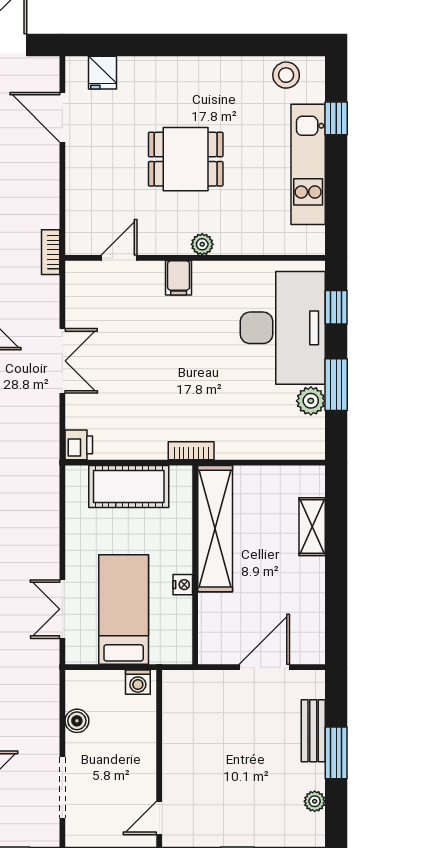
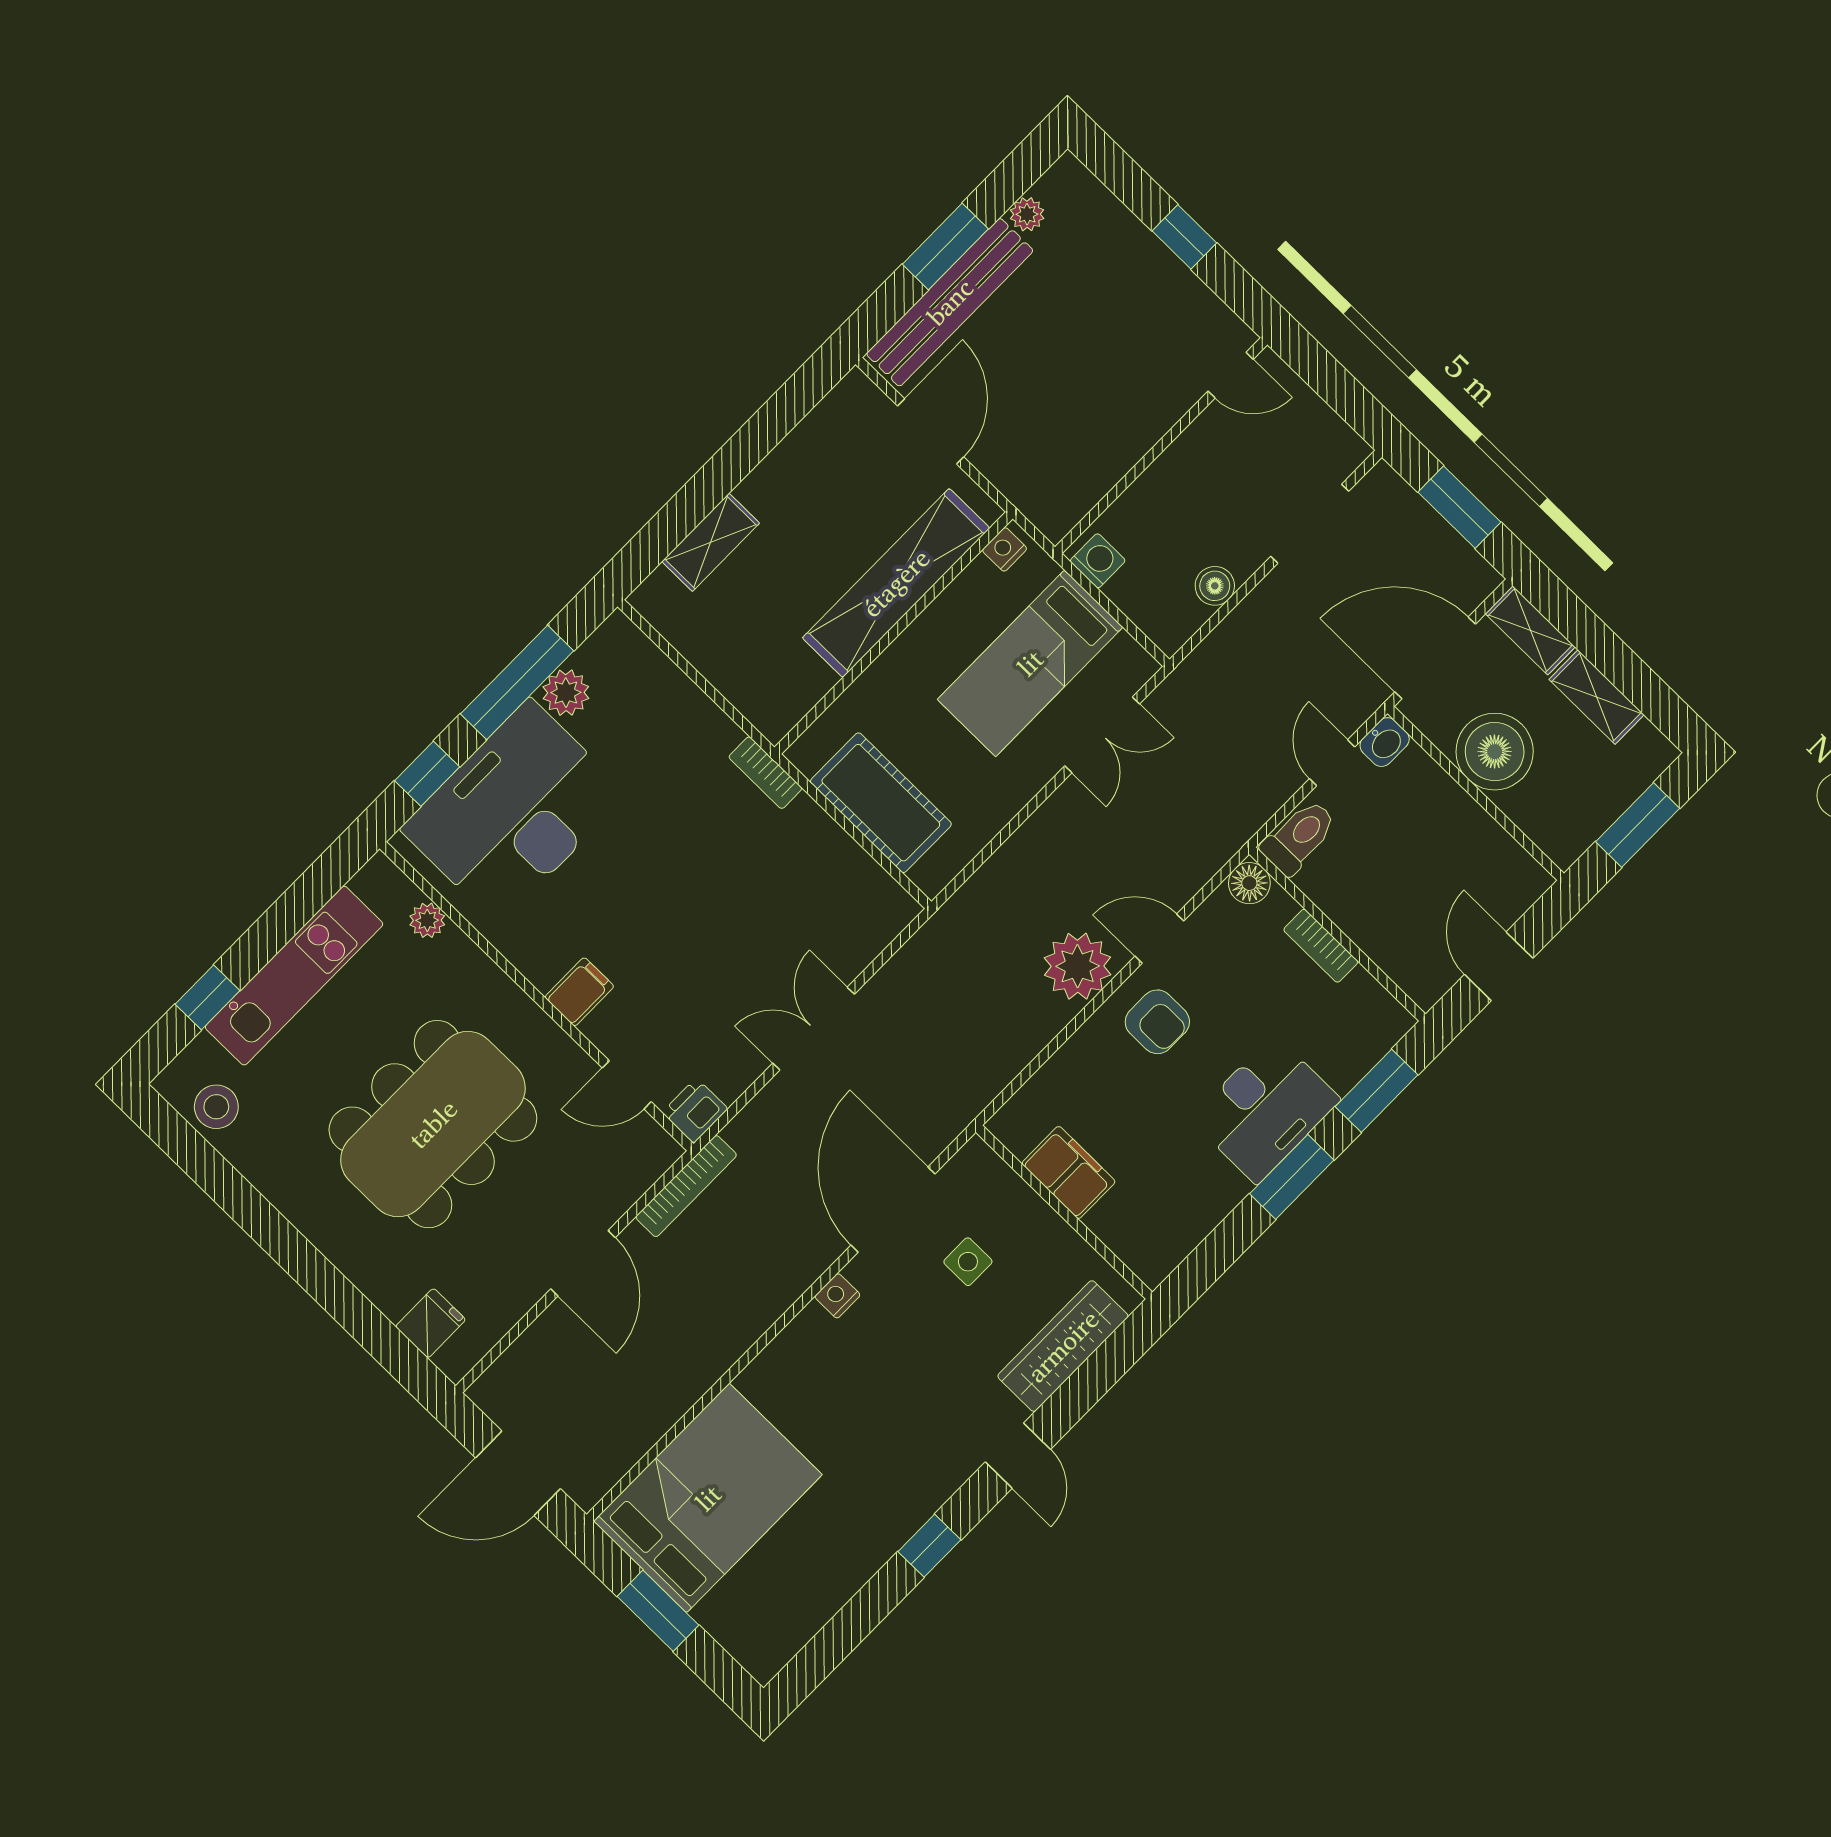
door: (62, 117) -> (583, 1263), moved
dining table: (186, 159) -> (433, 1124), width x1.88, depth x1.24
plant: (202, 244) -> (427, 920), moved
bookcase: (51, 252) -> (686, 1186), width x1.56
window: (336, 385) -> (517, 682), width x1.44
printer: (79, 445) -> (695, 1111), moved
shelving: (215, 529) -> (896, 583), moved
nightstand: (183, 585) -> (1005, 549), moved
door: (264, 667) -> (931, 431), swing flipped
bench: (313, 731) -> (950, 302), width x1.86, depth x1.21

